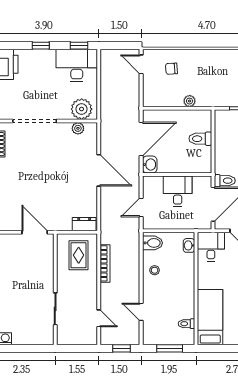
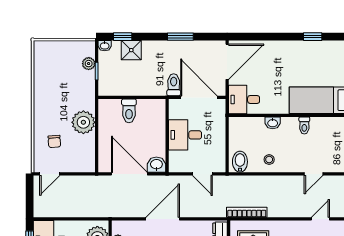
plant: (190, 101) -> (83, 122), width x1.87, depth x1.87
washbasin: (189, 245) -> (273, 123), moved
bookcase: (105, 263) -> (247, 212), moved
toilet: (186, 324) -> (304, 125), moved

